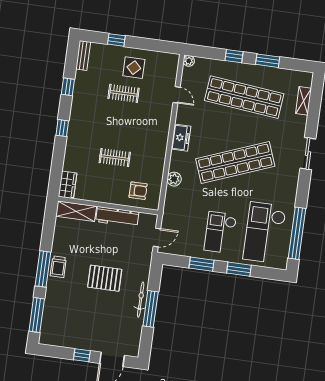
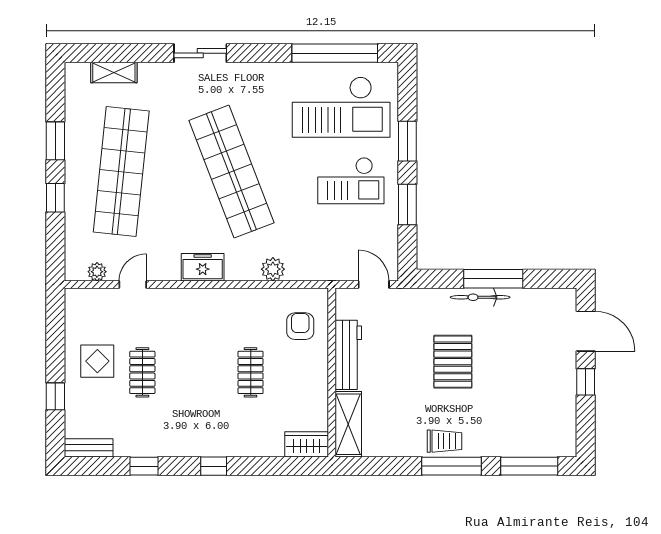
plant: (189, 61) -> (97, 272), moved

